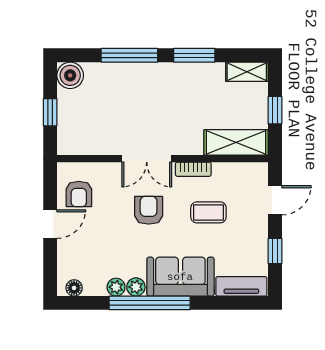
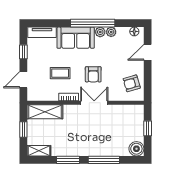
armchair: (79, 194) -> (132, 83), turned -106
door: (50, 224) -> (148, 52), moved

